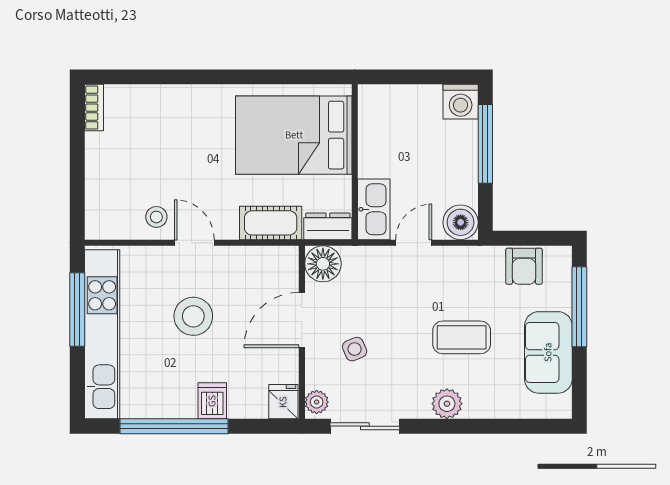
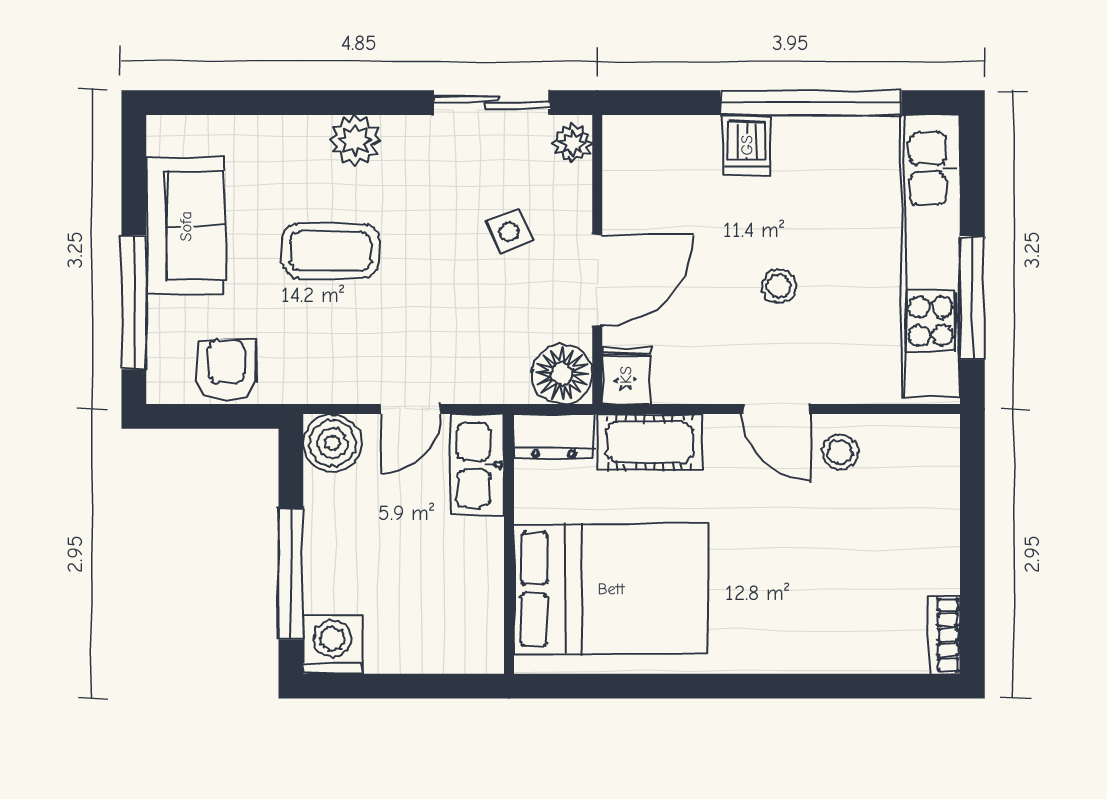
stool: (193, 316) -> (779, 286), width x0.53, depth x0.53
fridge: (283, 402) -> (626, 375), moved, turned 180

